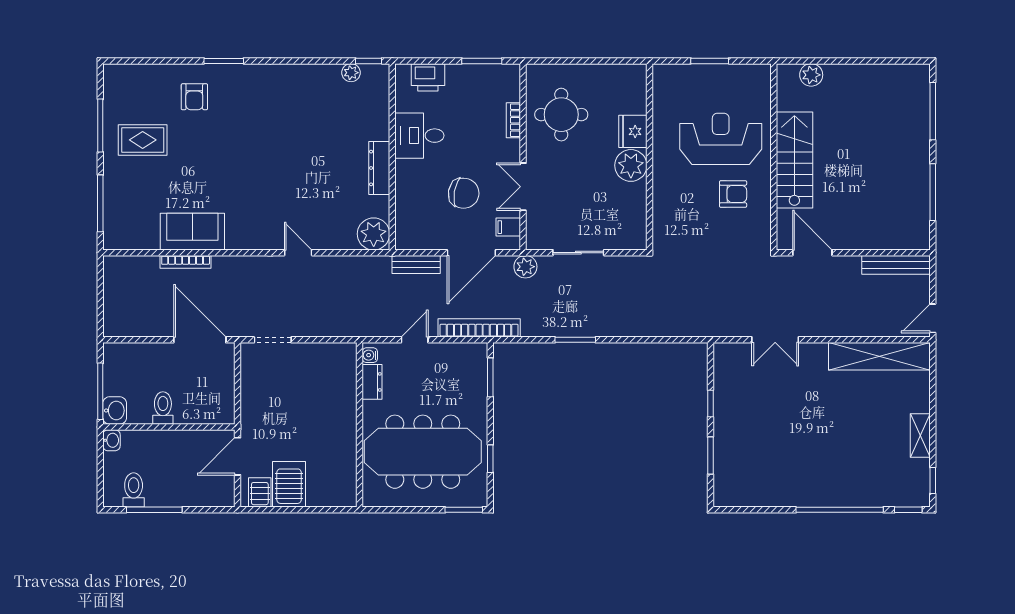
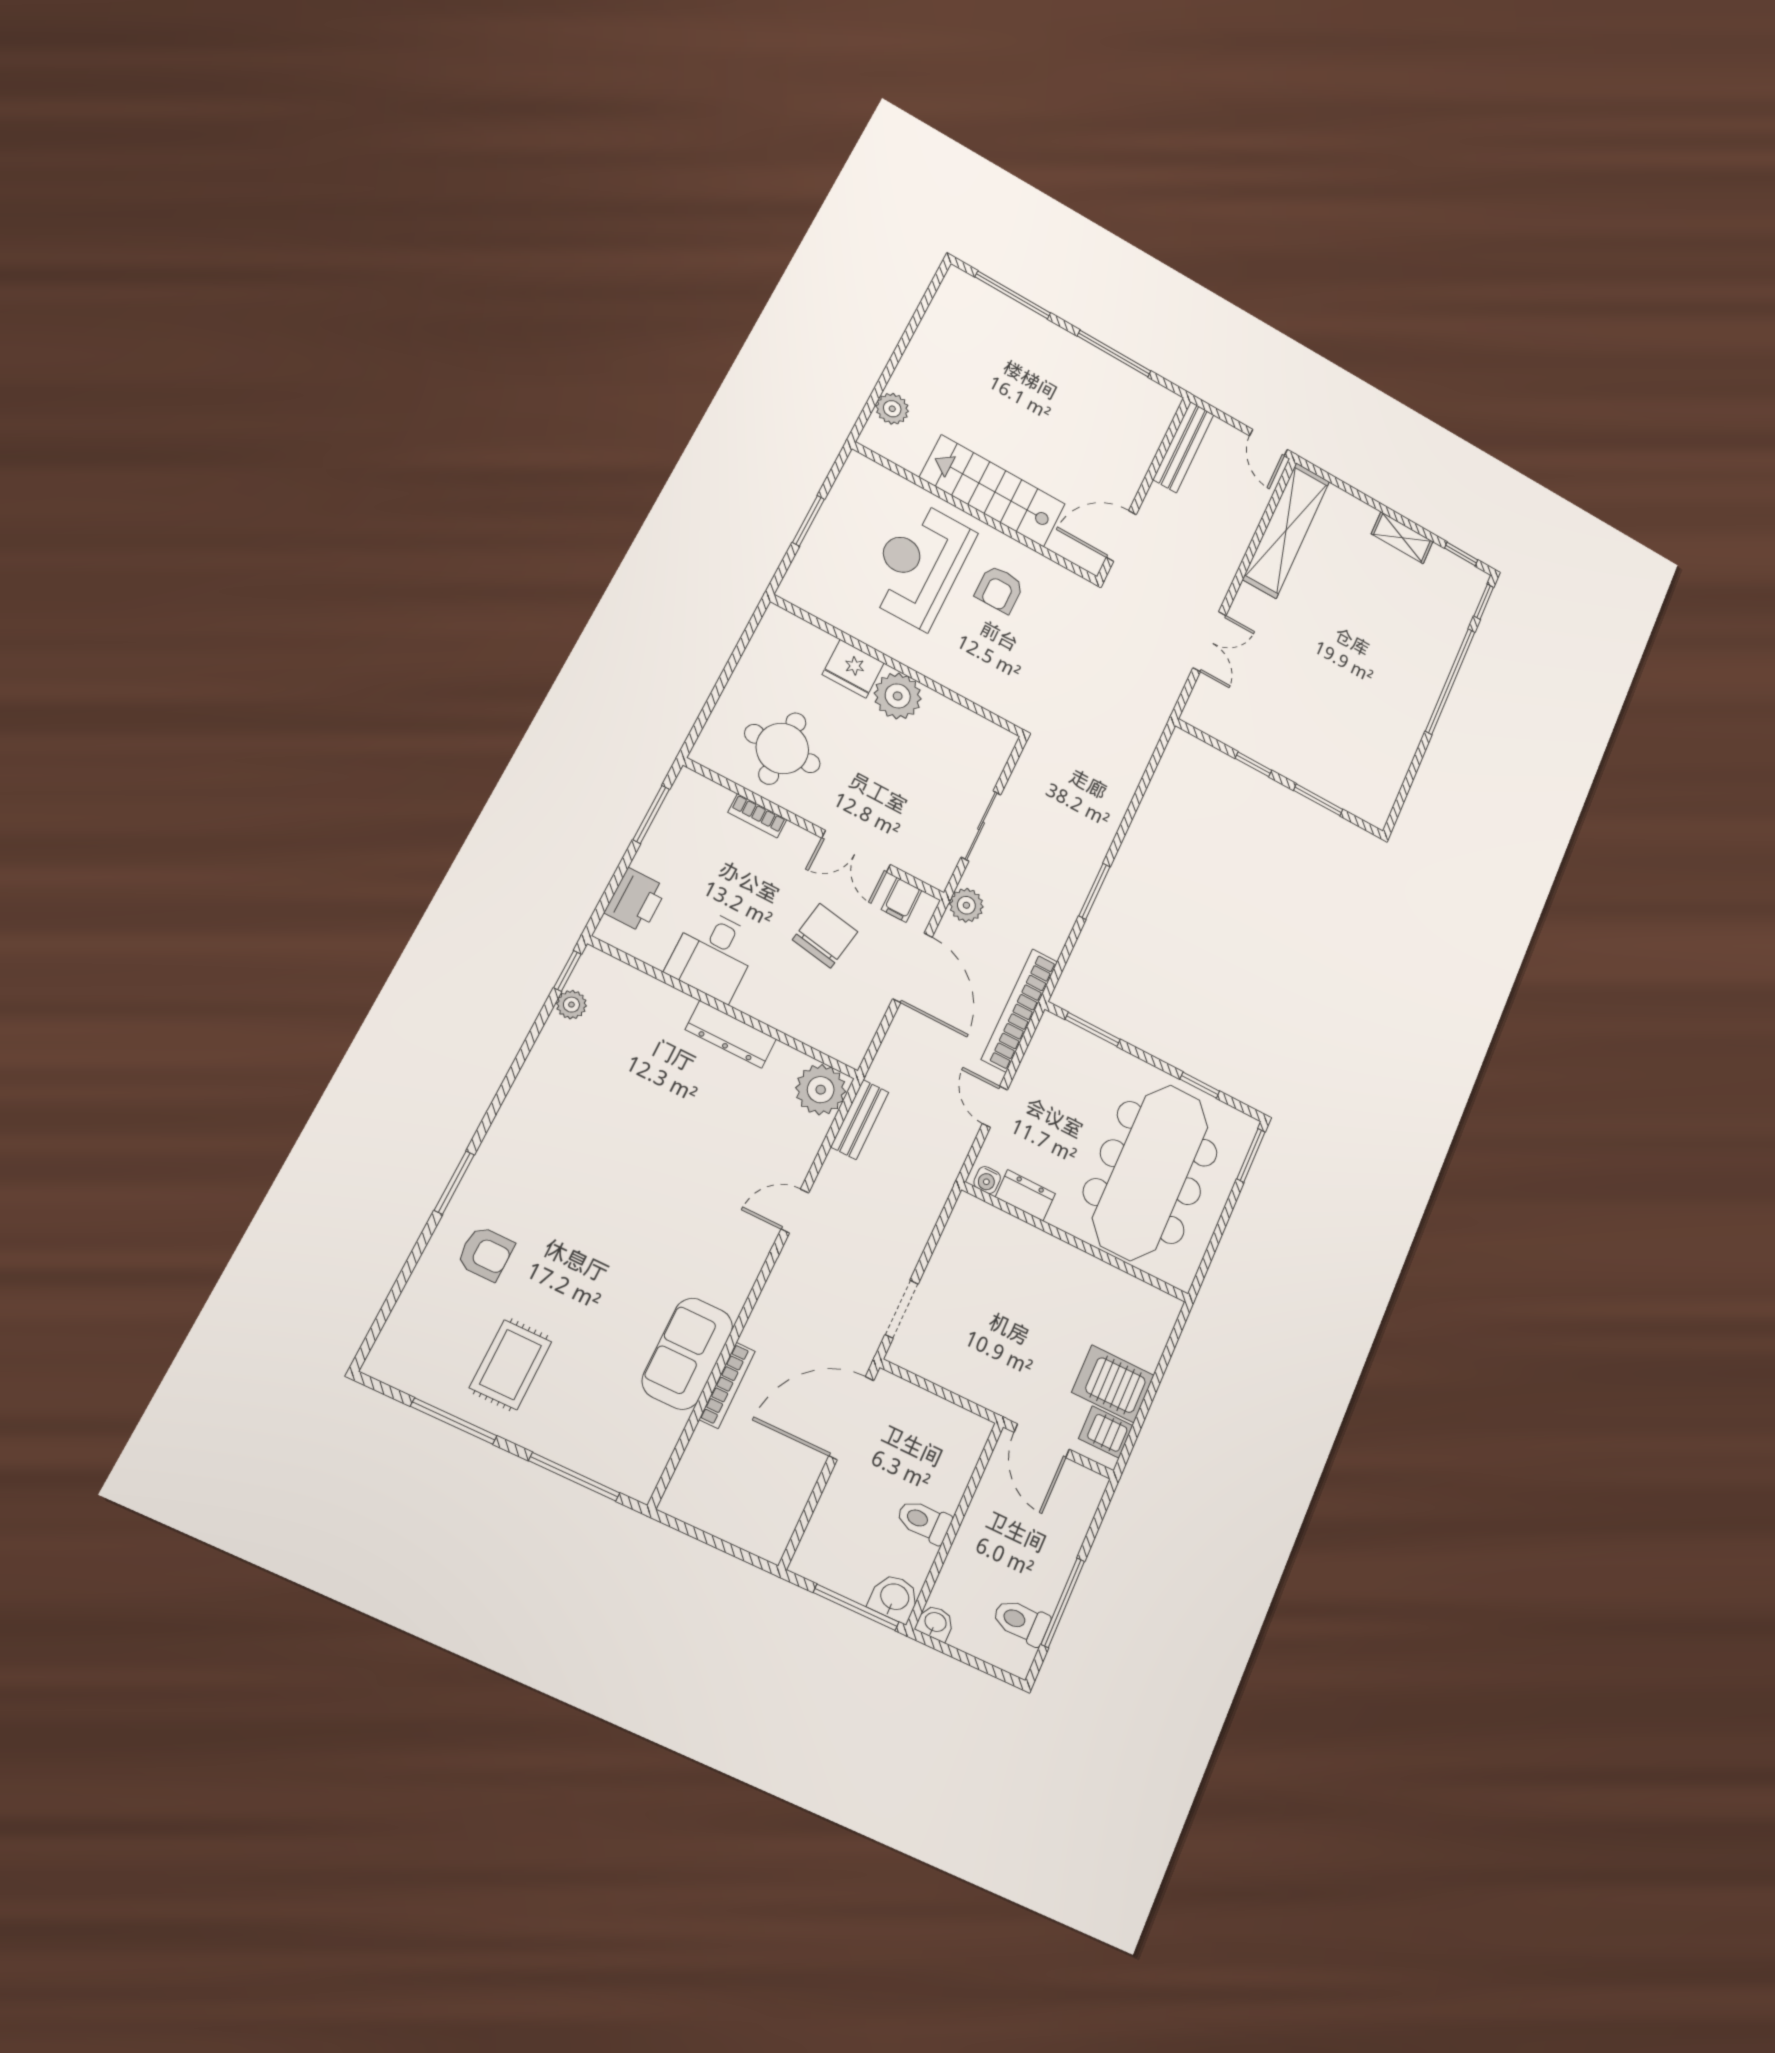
armchair: (733, 194) -> (999, 589), turned 180
bench: (416, 264) -> (860, 1120), moved

